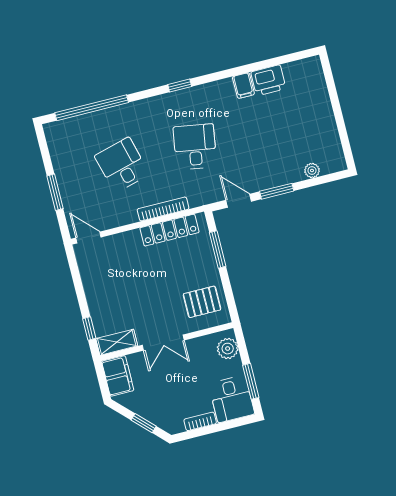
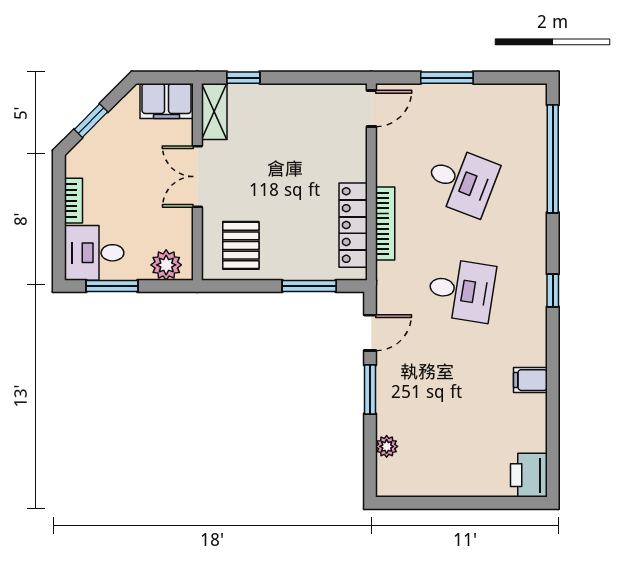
printer: (268, 80) -> (529, 475), moved
desk: (122, 165) -> (461, 181), turned 36

